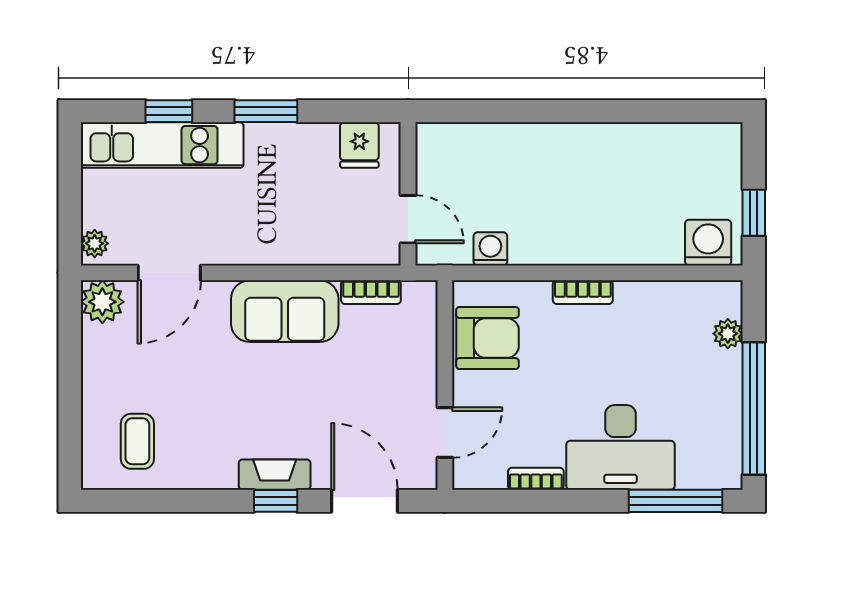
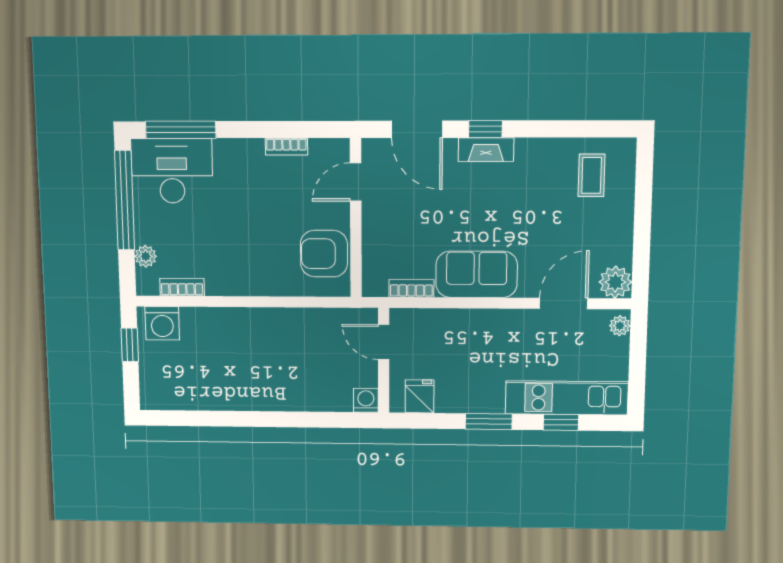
washing machine: (490, 249) -> (366, 400), moved, turned 180
bookcase: (583, 292) -> (182, 287), moved
desk: (621, 447) -> (172, 171), moved

